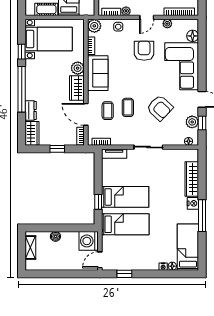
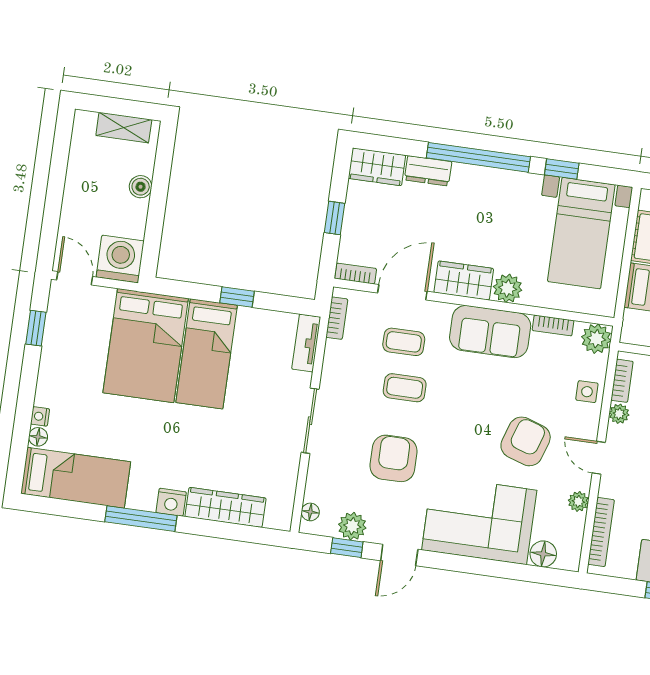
armchair: (144, 51) -> (526, 441), turned -72
armchair: (160, 108) -> (393, 458), turned 137
window: (98, 202) -> (237, 297), moved
bed: (125, 224) -> (146, 346), width x1.50

